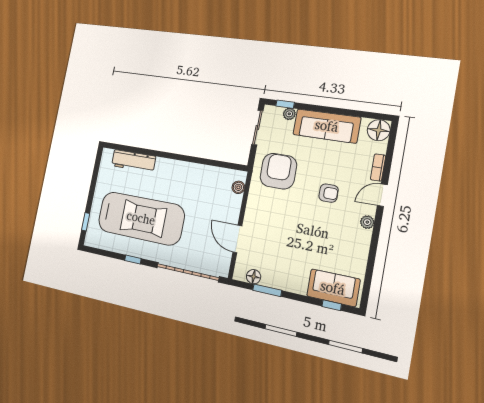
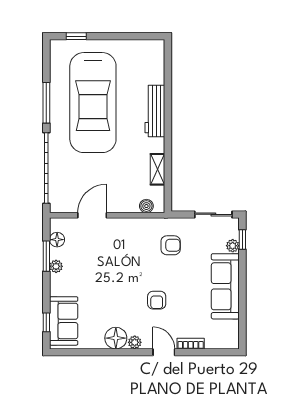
floor lamp: (379, 130) -> (116, 338), moved
workbench: (134, 161) -> (155, 111), moved
armchair: (278, 171) -> (171, 245), width x0.53, depth x0.53
shelving: (208, 172) -> (158, 169), added
window: (133, 259) -> (46, 103), width x2.17
plant: (278, 283) -> (56, 266), added

